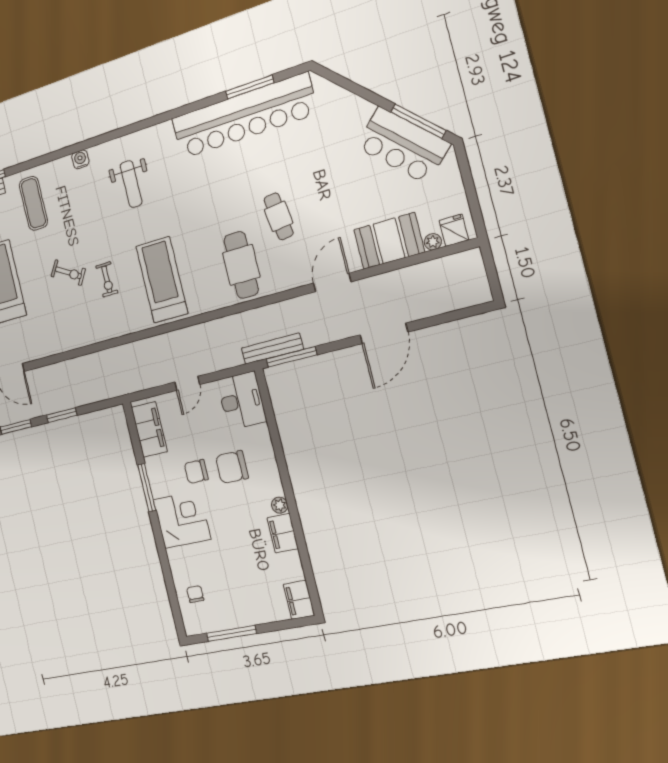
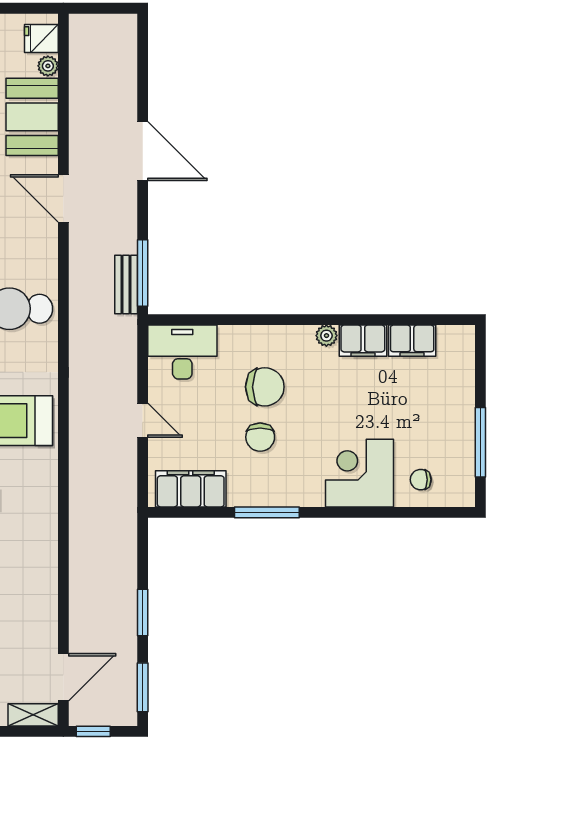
bench: (272, 349) -> (126, 284), width x0.73
chair: (232, 467) -> (265, 387), turned -90
corner desk: (182, 519) -> (360, 473), moved
filing cabinet: (299, 600) -> (412, 341), moved

